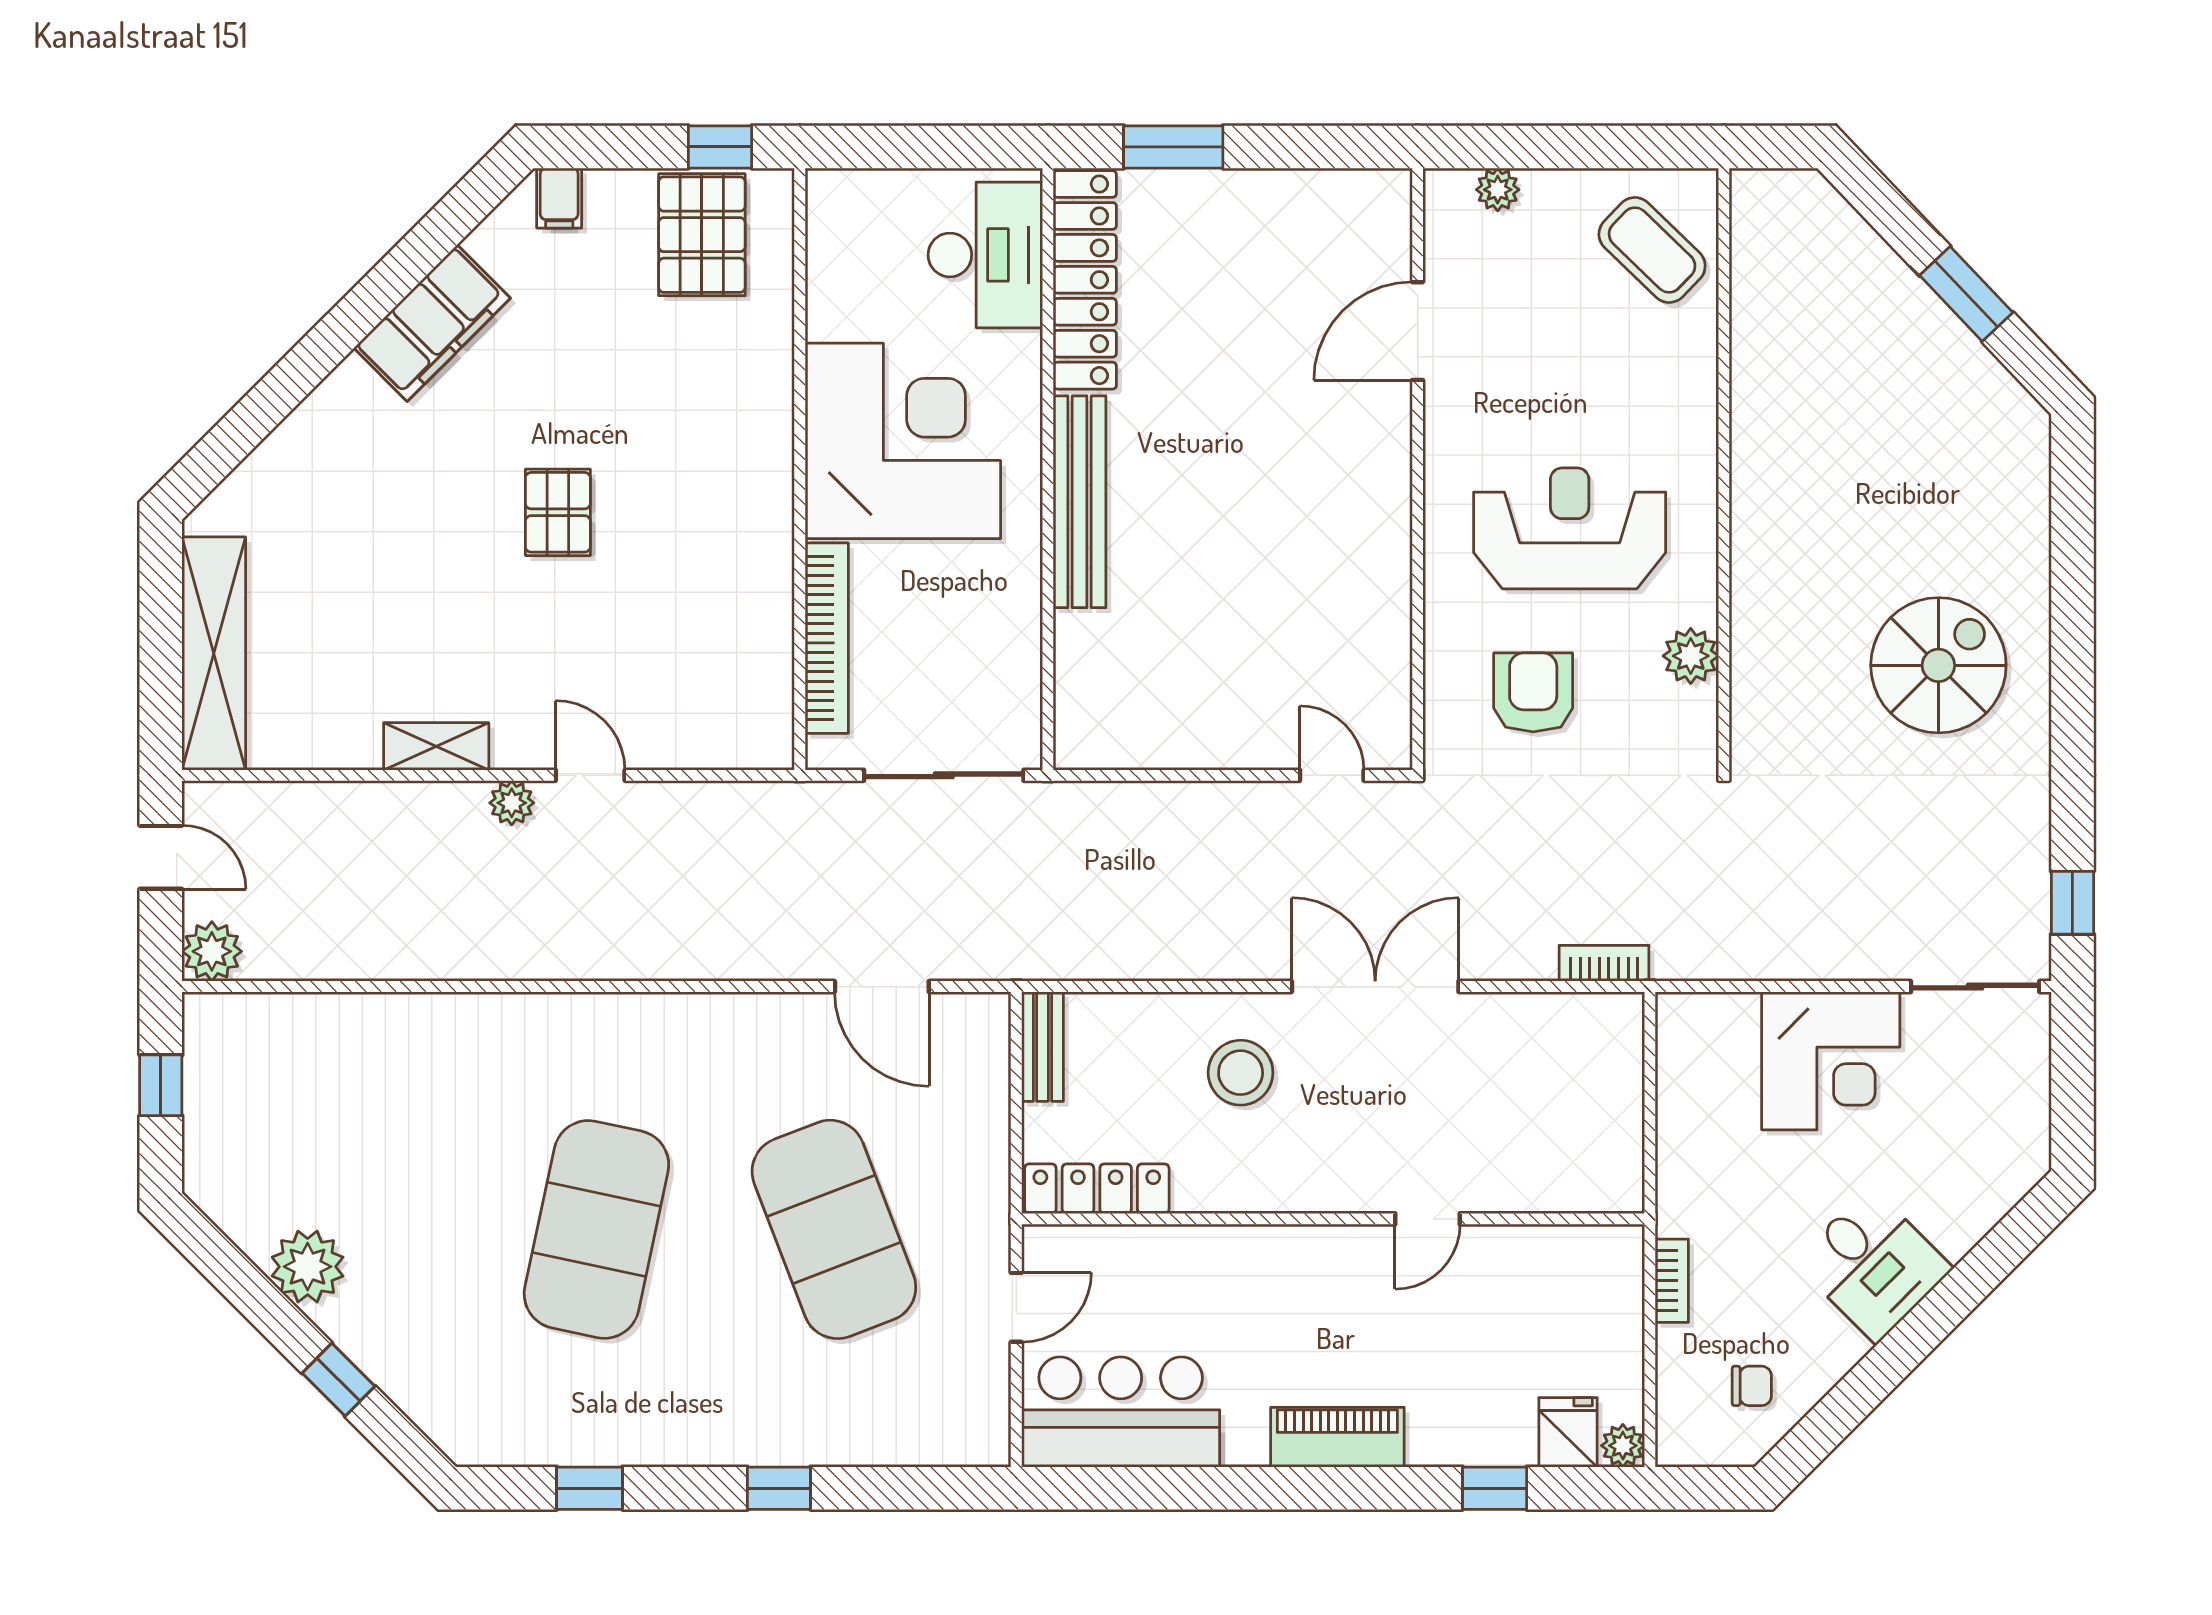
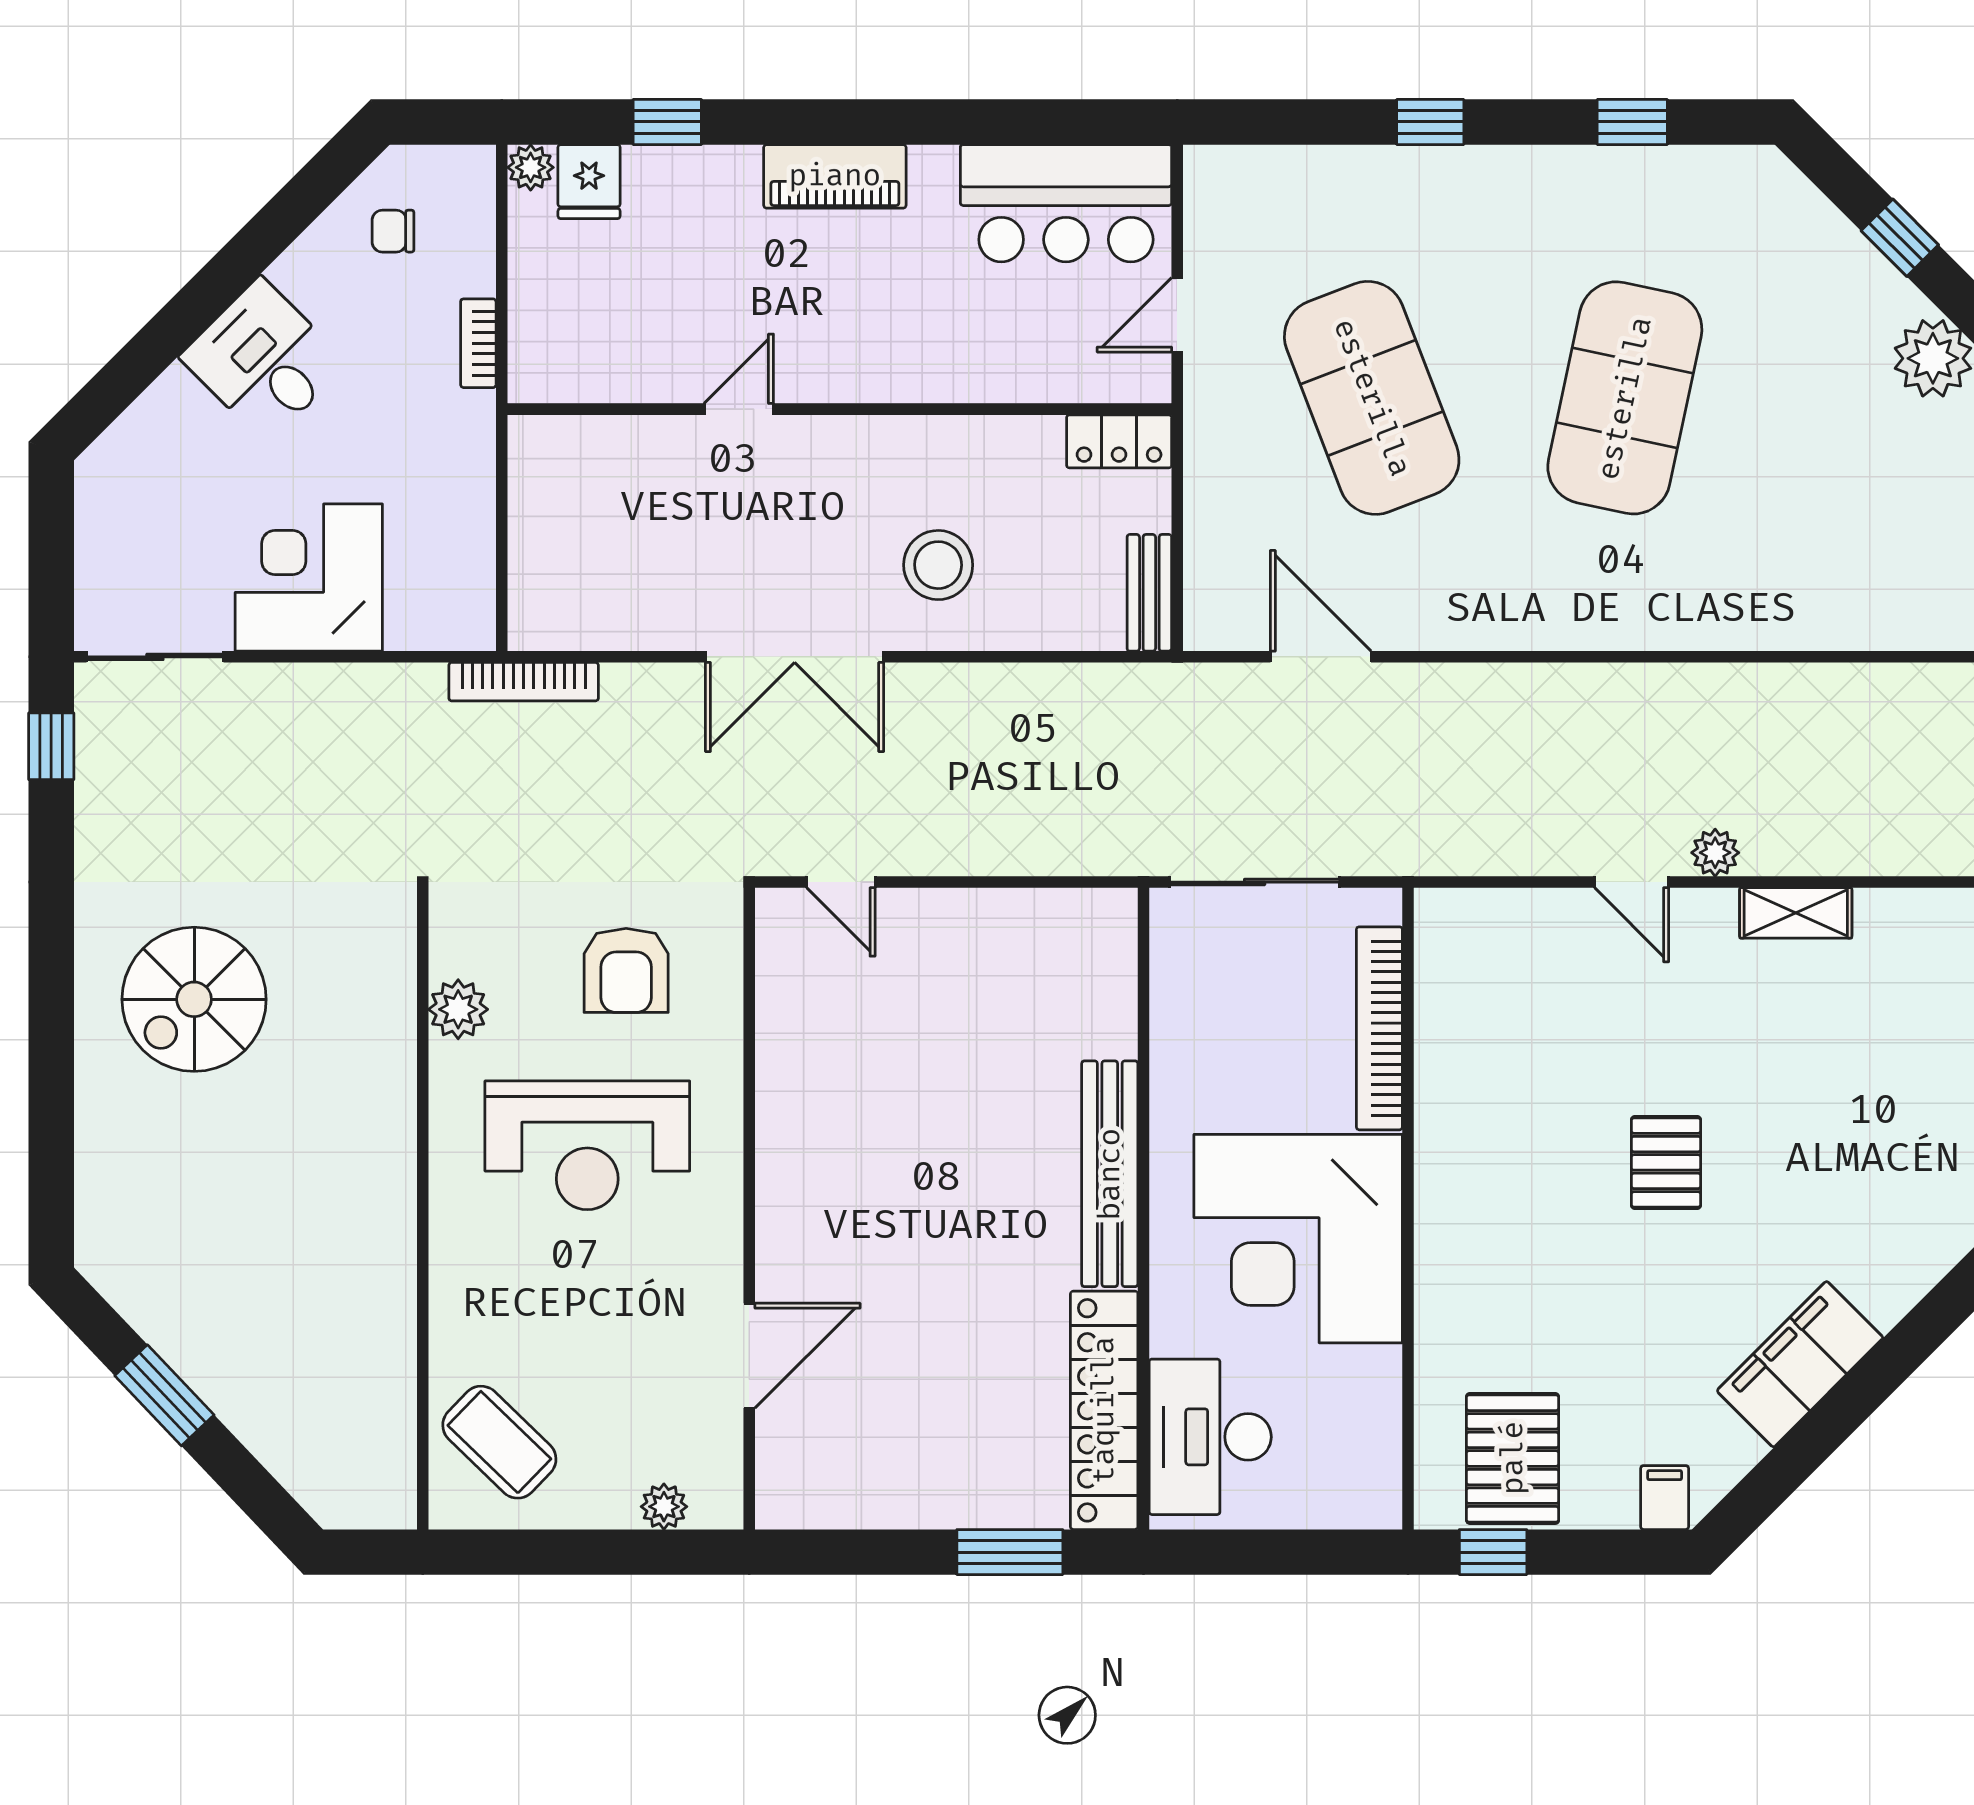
bookcase: (1604, 963) -> (524, 682), width x1.56
locker: (1097, 1189) -> (1119, 441), width x0.66

